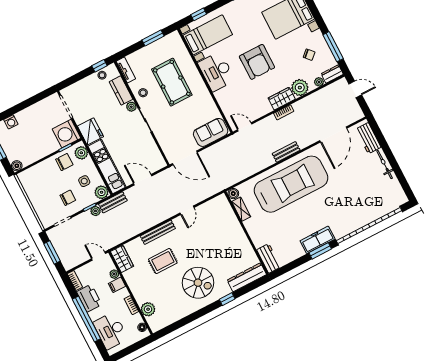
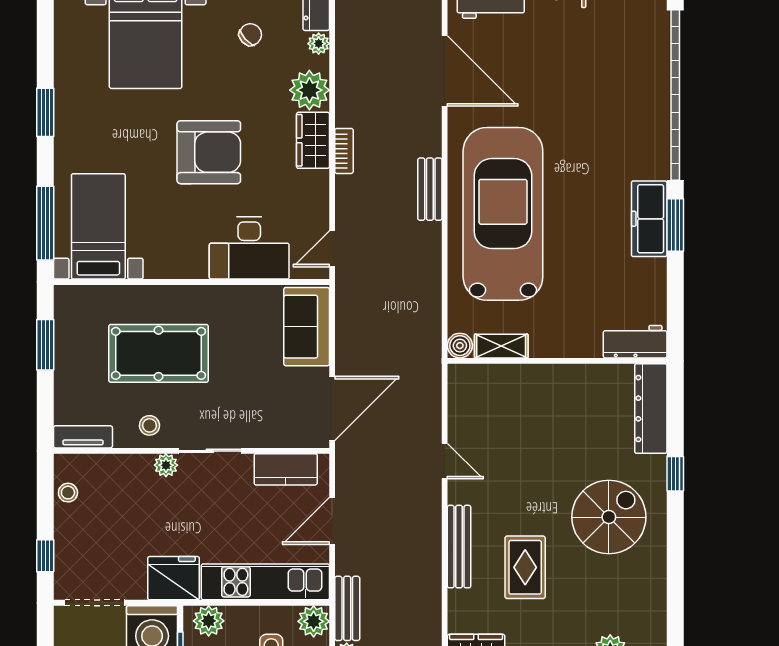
window: (199, 14) -> (45, 223), width x2.17
window: (99, 66) -> (45, 556), moved
desk: (216, 72) -> (249, 248), moved
kitchen counter: (121, 90) -> (286, 469), moved

